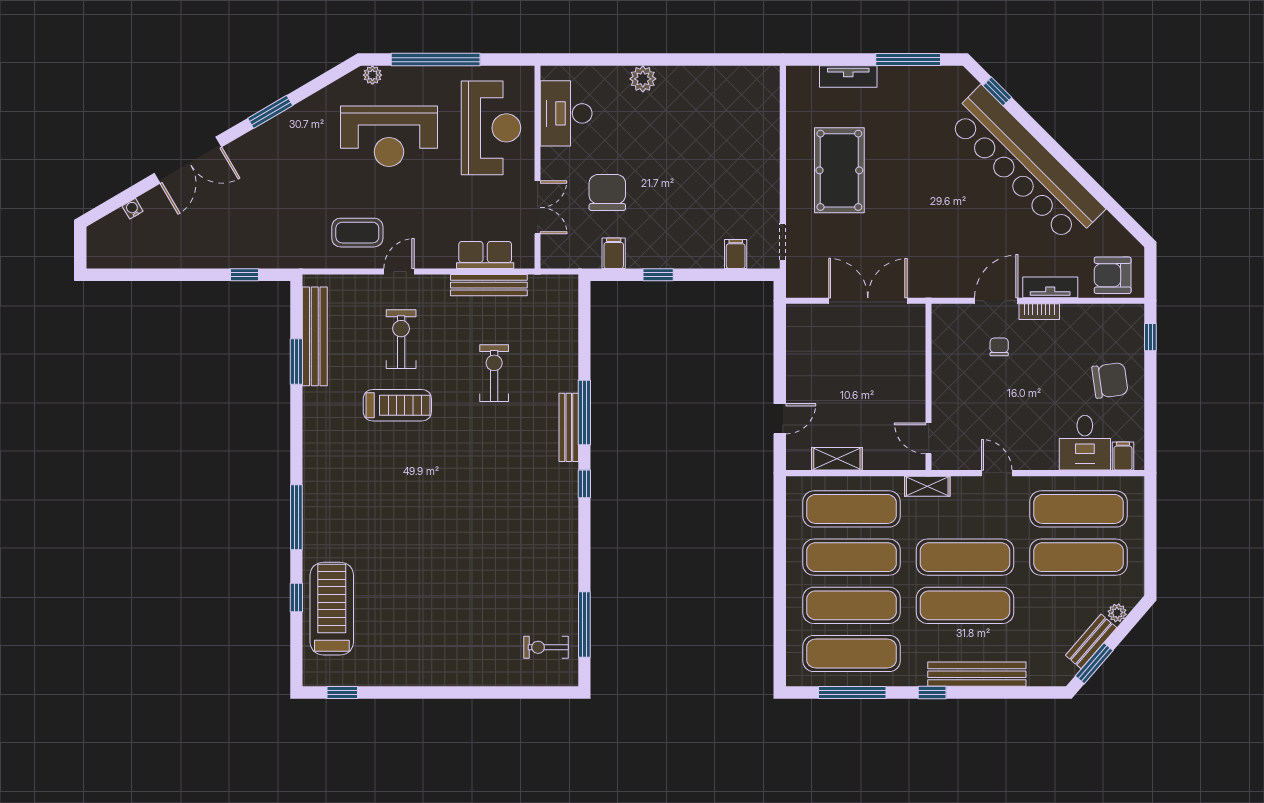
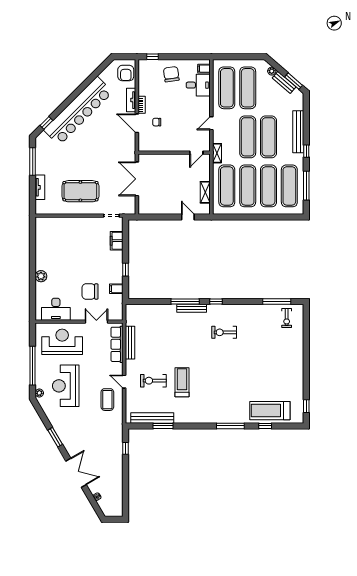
reception desk: (389, 136) -> (66, 386), turned 180
filing cabinet: (736, 254) -> (117, 241), width x2.00
row of seats: (485, 255) -> (117, 344), width x1.48
exercise bike: (494, 373) -> (224, 332), moved

